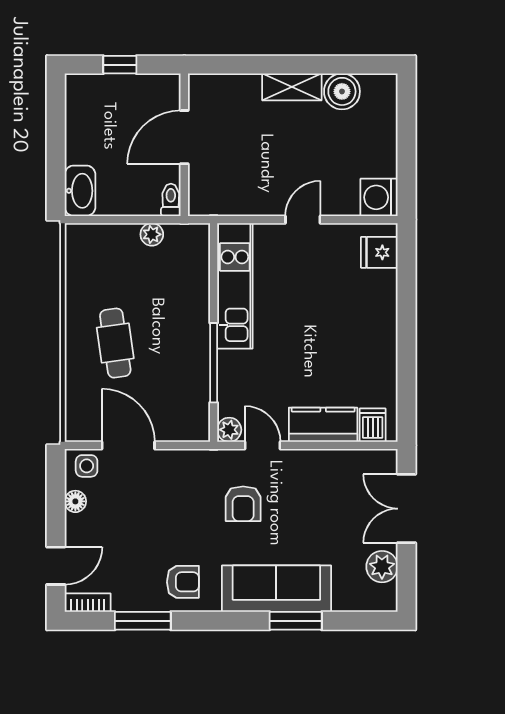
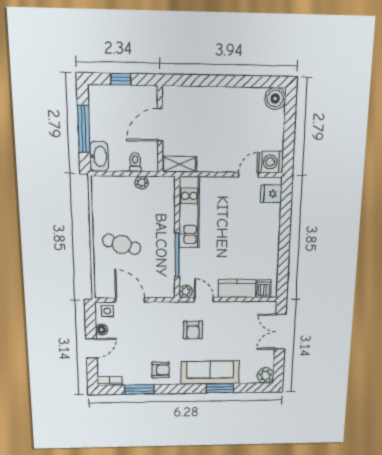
shelving: (292, 87) -> (180, 164), moved
boiler: (342, 91) -> (275, 98), moved
window: (56, 145) -> (84, 129), added
toilet: (171, 200) -> (135, 162), moved
door: (303, 220) -> (248, 175), moved
cafe table: (115, 343) -> (122, 244), turned -65
door: (56, 566) -> (91, 348), moved
plant: (382, 567) -> (265, 376), moved

